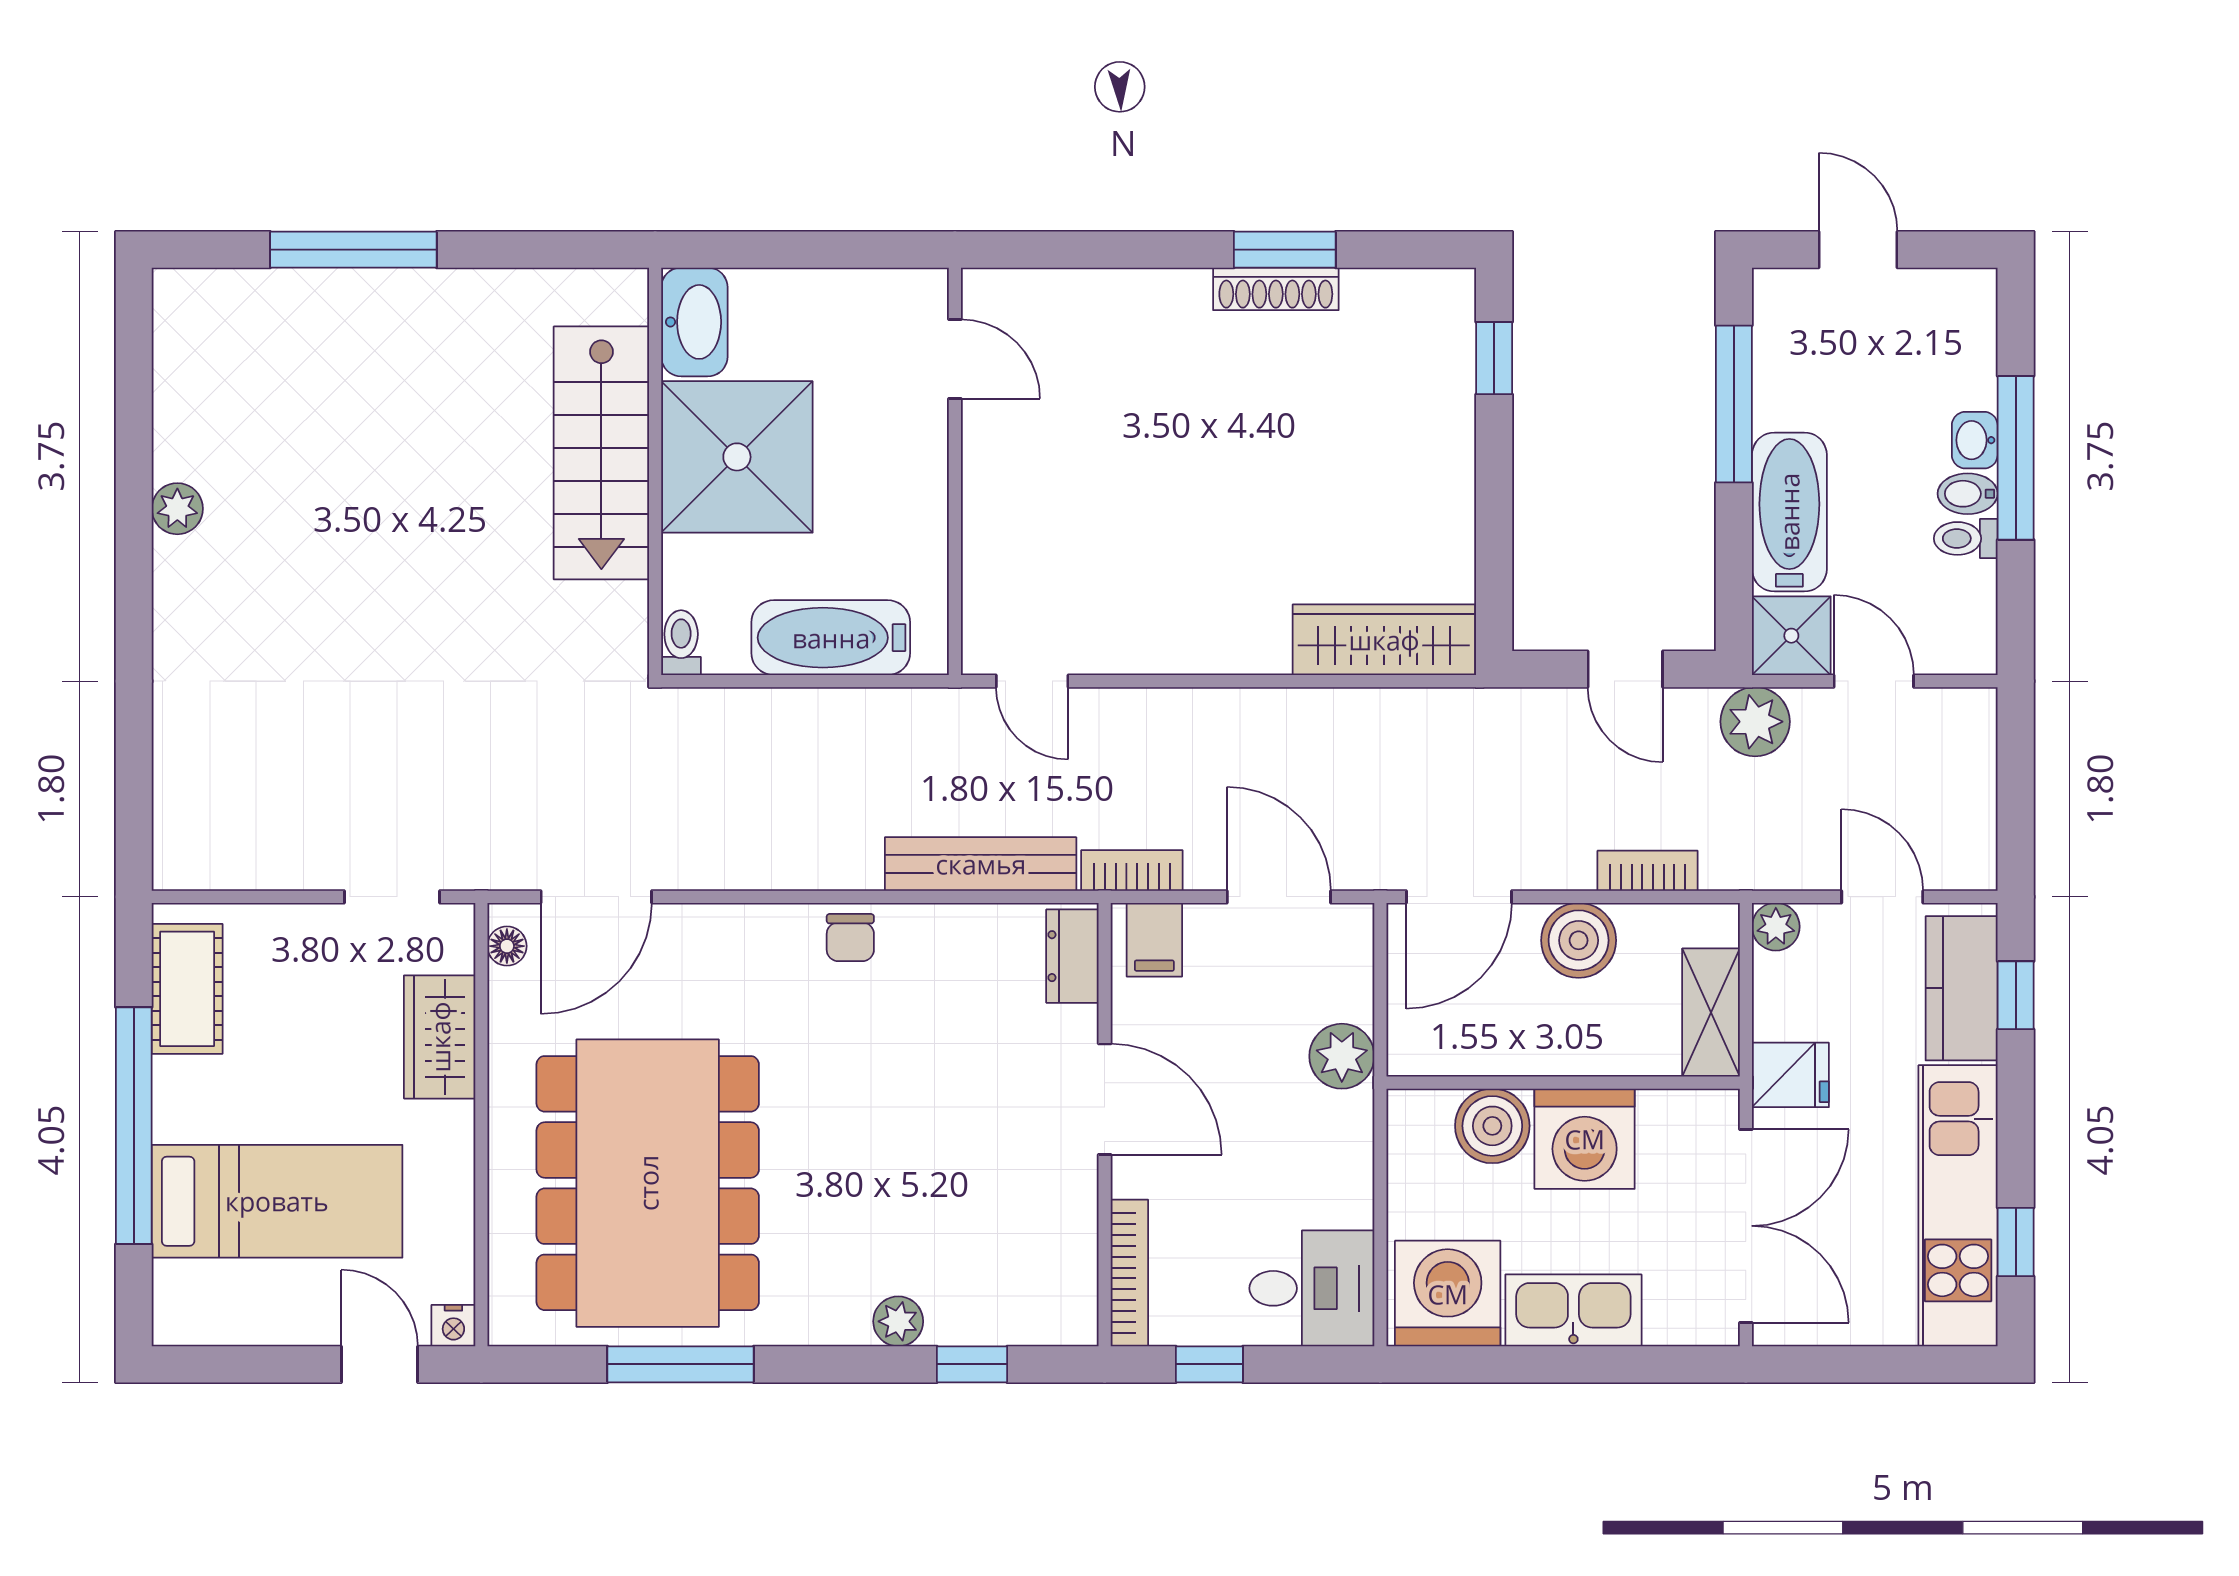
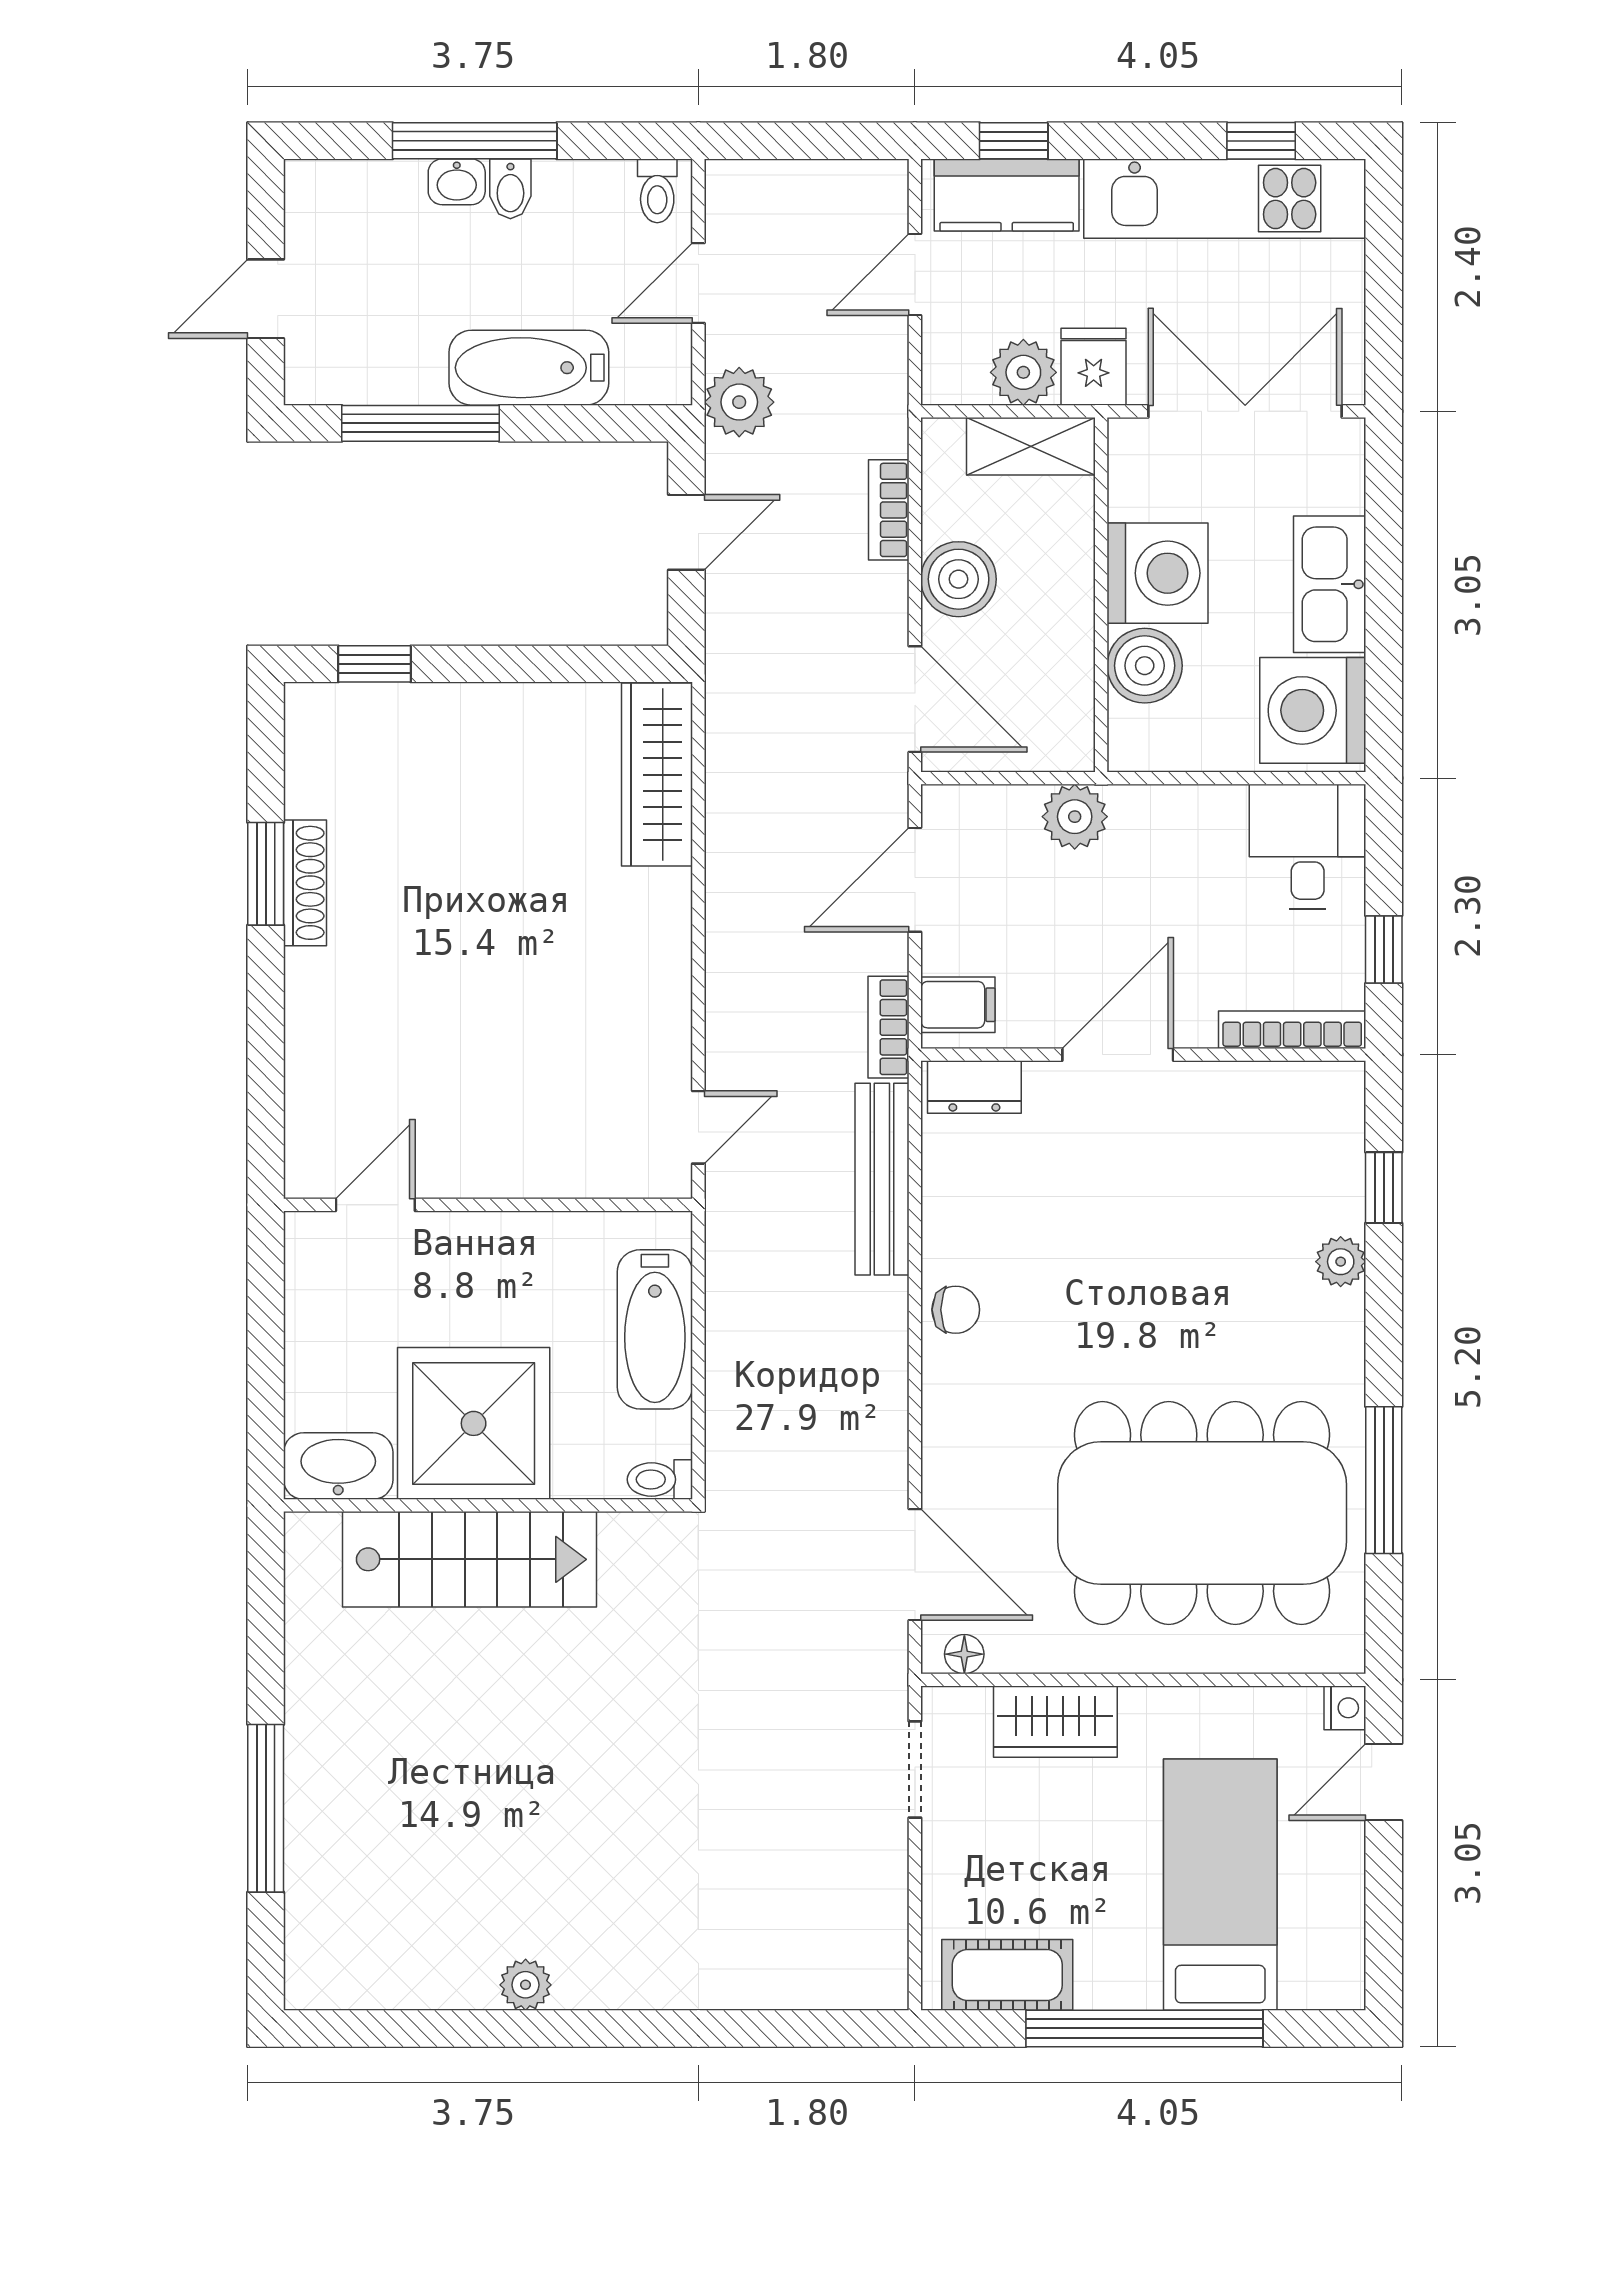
toilet: (1966, 538) -> (657, 191), moved
shower: (1791, 636) -> (653, 366), removed
plant: (1776, 927) -> (1023, 372), moved, width x1.38, depth x1.38

